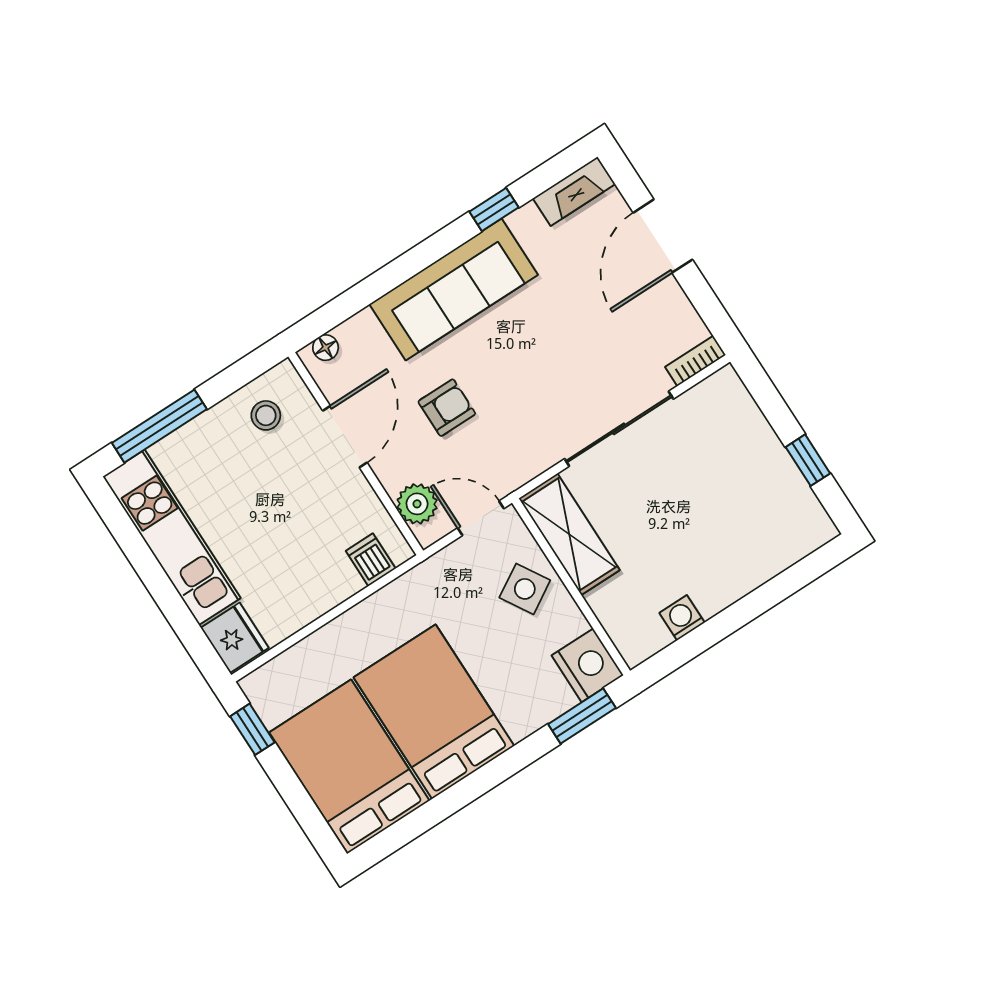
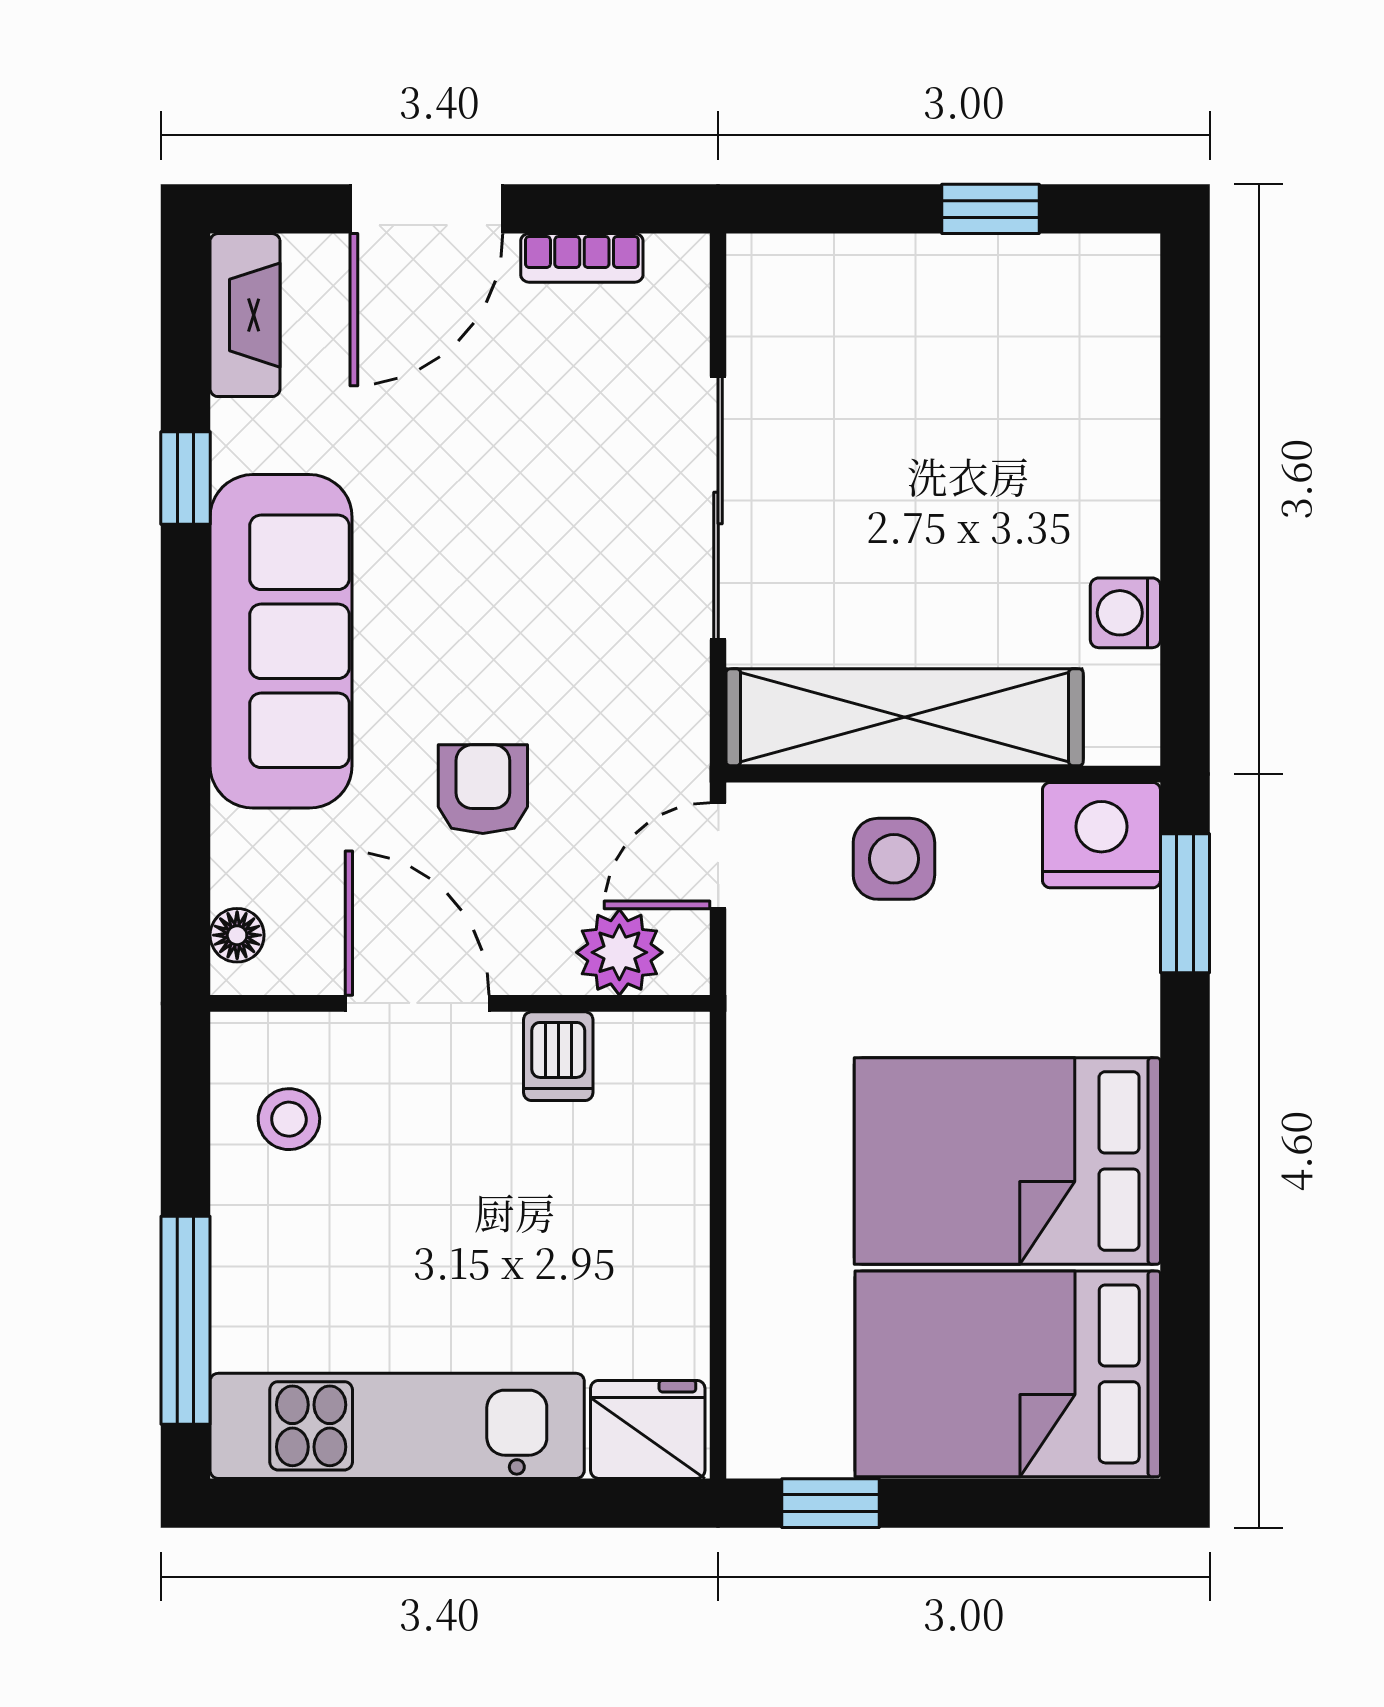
door: (663, 236) -> (426, 209), hinge flipped
bookcase: (695, 361) -> (582, 258), moved, turned -90
shelving: (569, 534) -> (905, 717), width x1.47
dishwasher: (371, 560) -> (558, 1056), moved, turned -90
side table: (525, 589) -> (894, 859), turned 31

